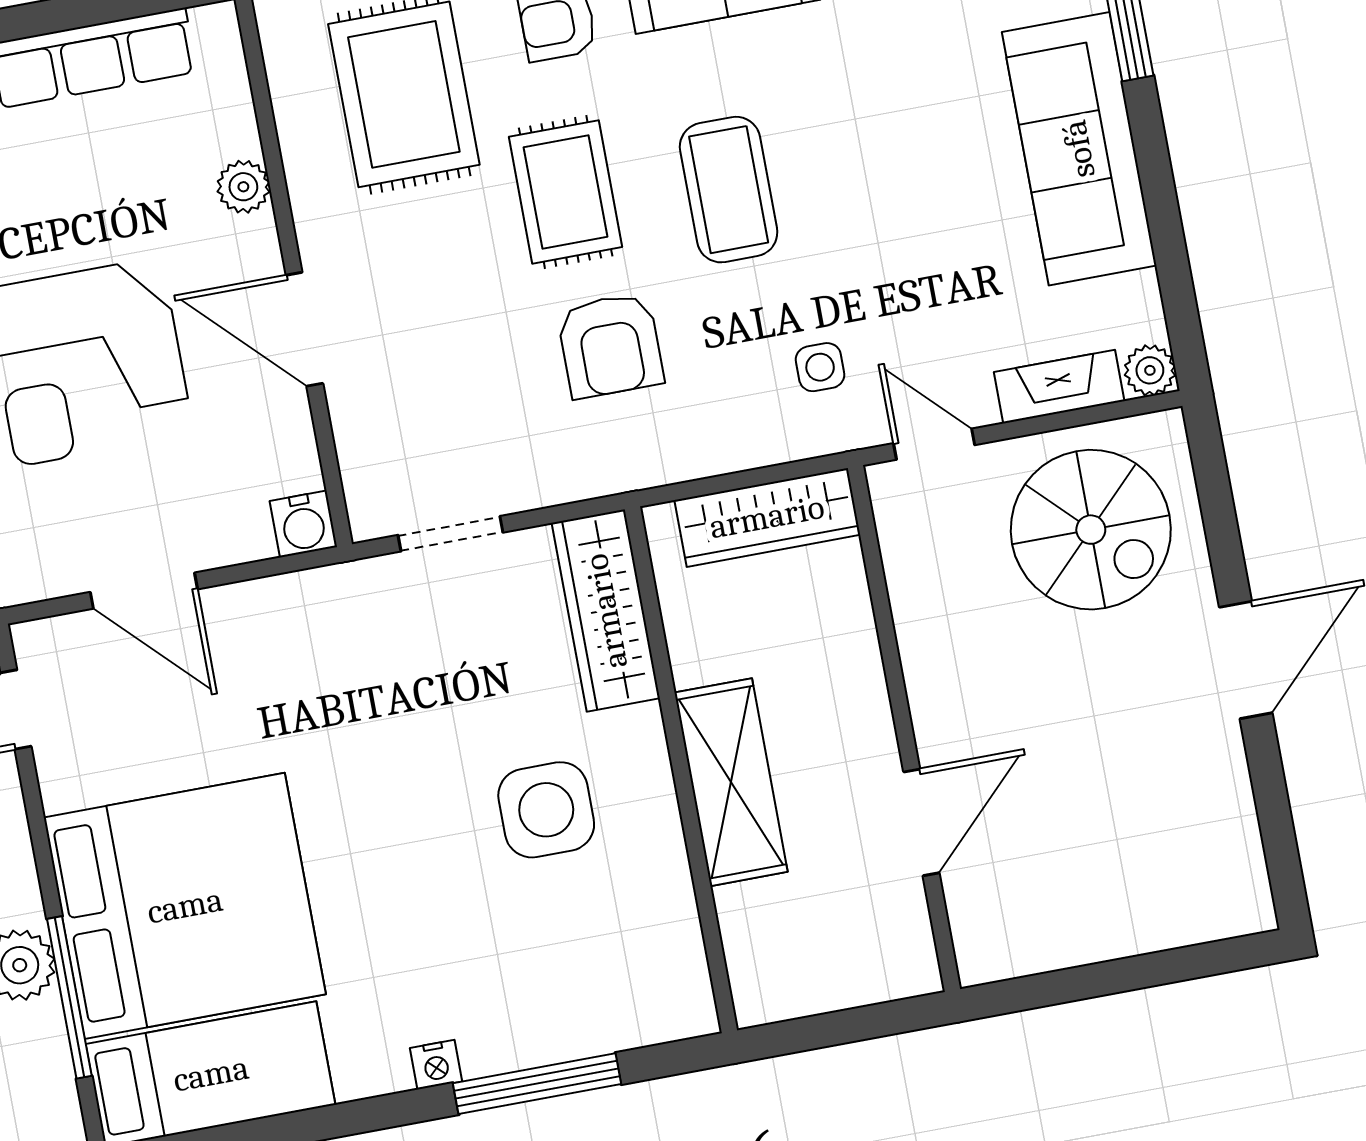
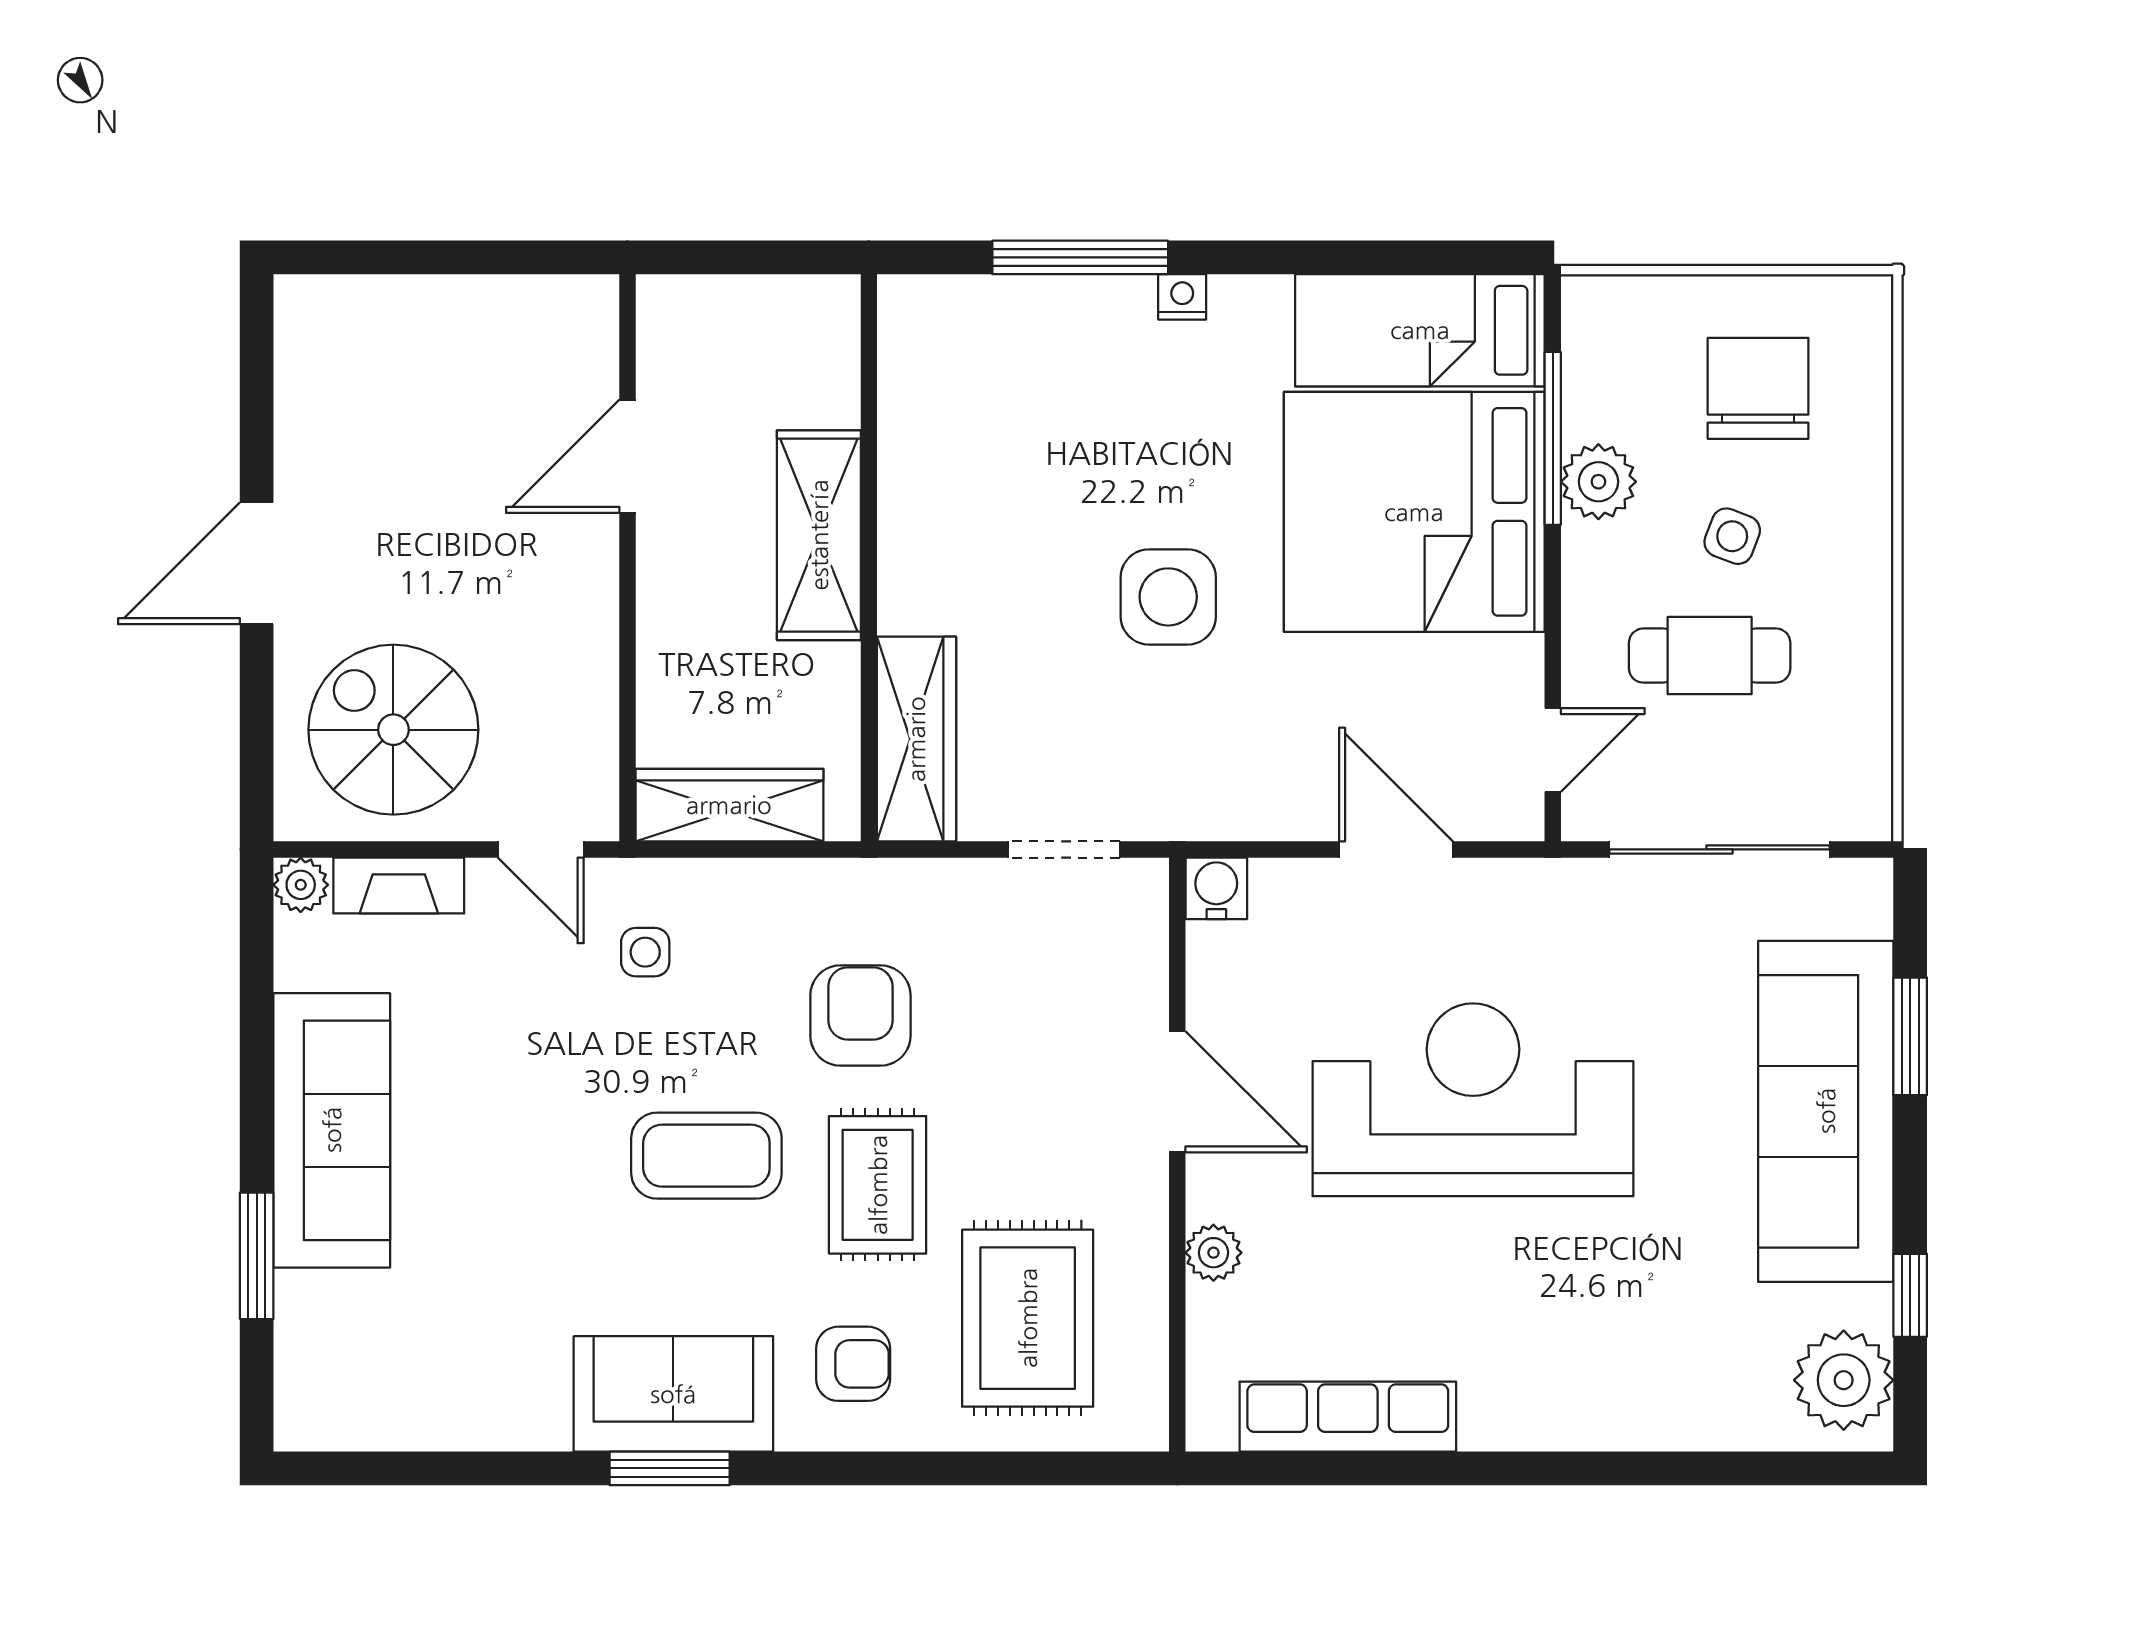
coffee table: (729, 190) -> (706, 1156), turned 90
side table: (546, 810) -> (1168, 597), moved

